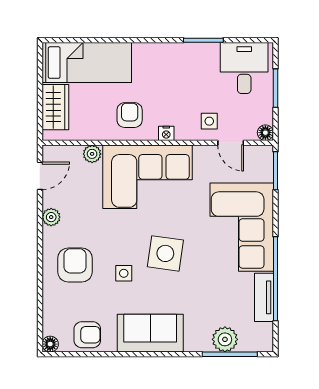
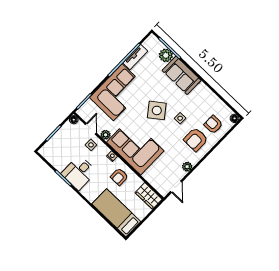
desk: (244, 68) -> (79, 173), moved
wardrobe: (55, 107) -> (149, 196), moved, turned -90
plant: (92, 154) -> (106, 135), moved
door: (40, 176) -> (176, 187), swing flipped
side table: (165, 253) -> (157, 110), turned 45
sofa: (150, 333) -> (182, 75), moved
armchair: (87, 335) -> (213, 124), moved

